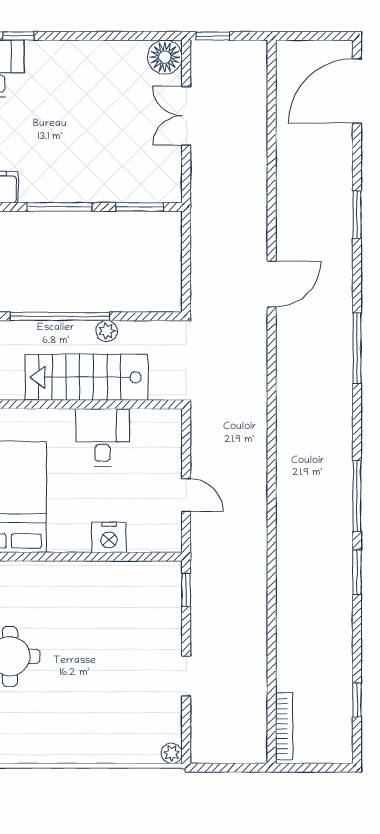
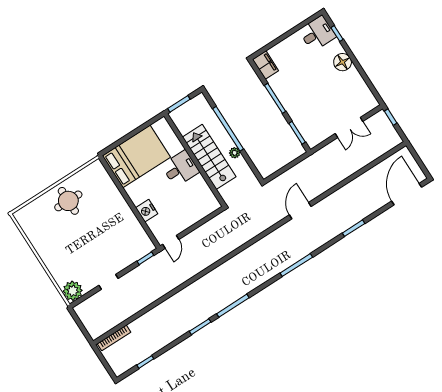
floor lamp: (165, 57) -> (343, 62), moved
door: (357, 91) -> (407, 194), hinge flipped
double door: (186, 116) -> (349, 128), swing flipped
door: (272, 284) -> (300, 211), swing flipped
desk: (103, 437) -> (180, 169), moved
door: (186, 495) -> (171, 242), moved
plant: (172, 753) -> (73, 291), width x1.88, depth x1.88

